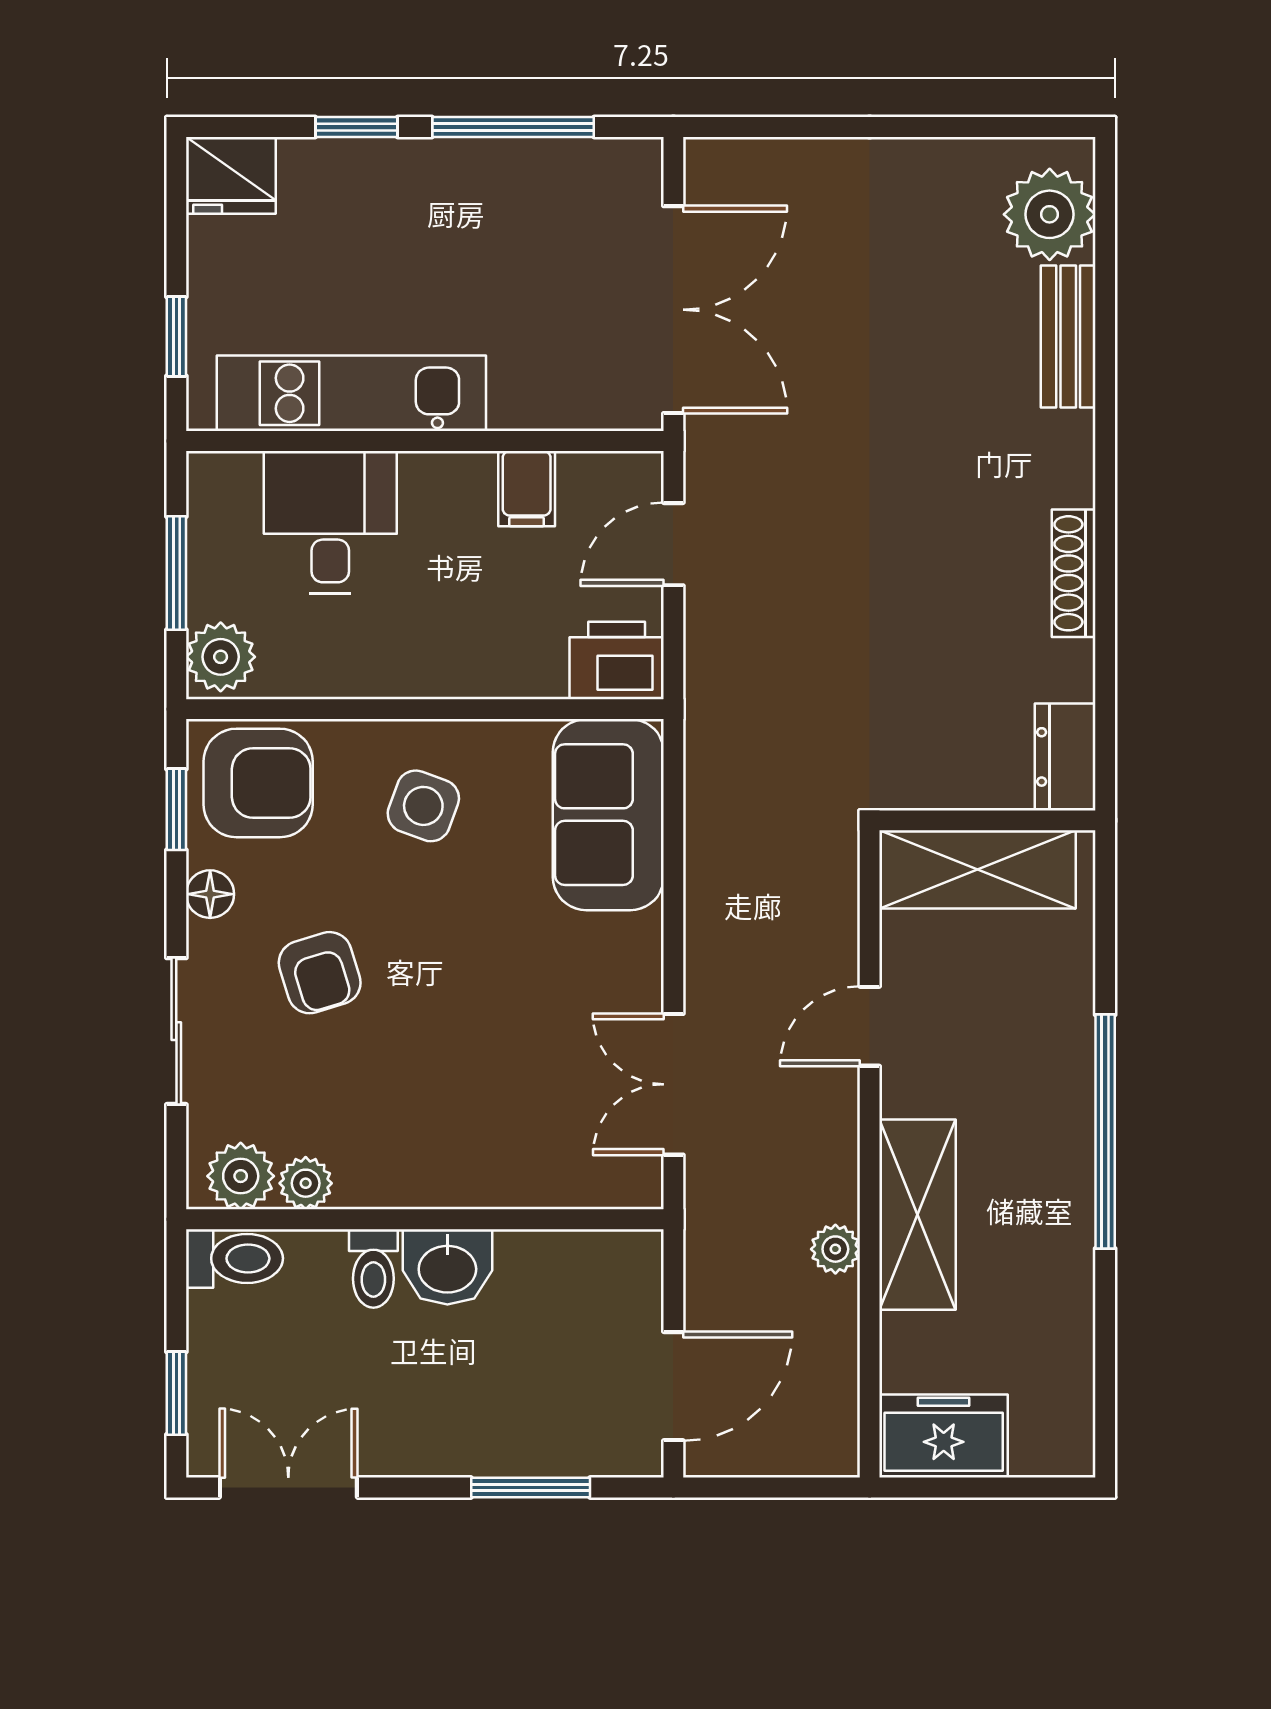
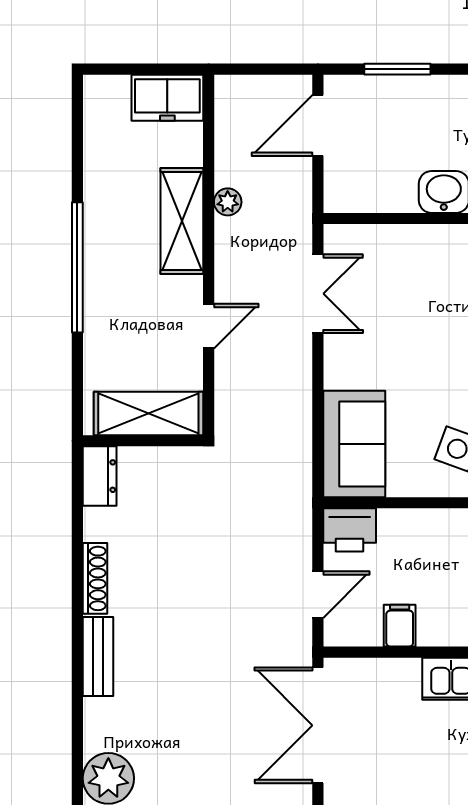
bench: (1068, 336) -> (98, 657), moved

